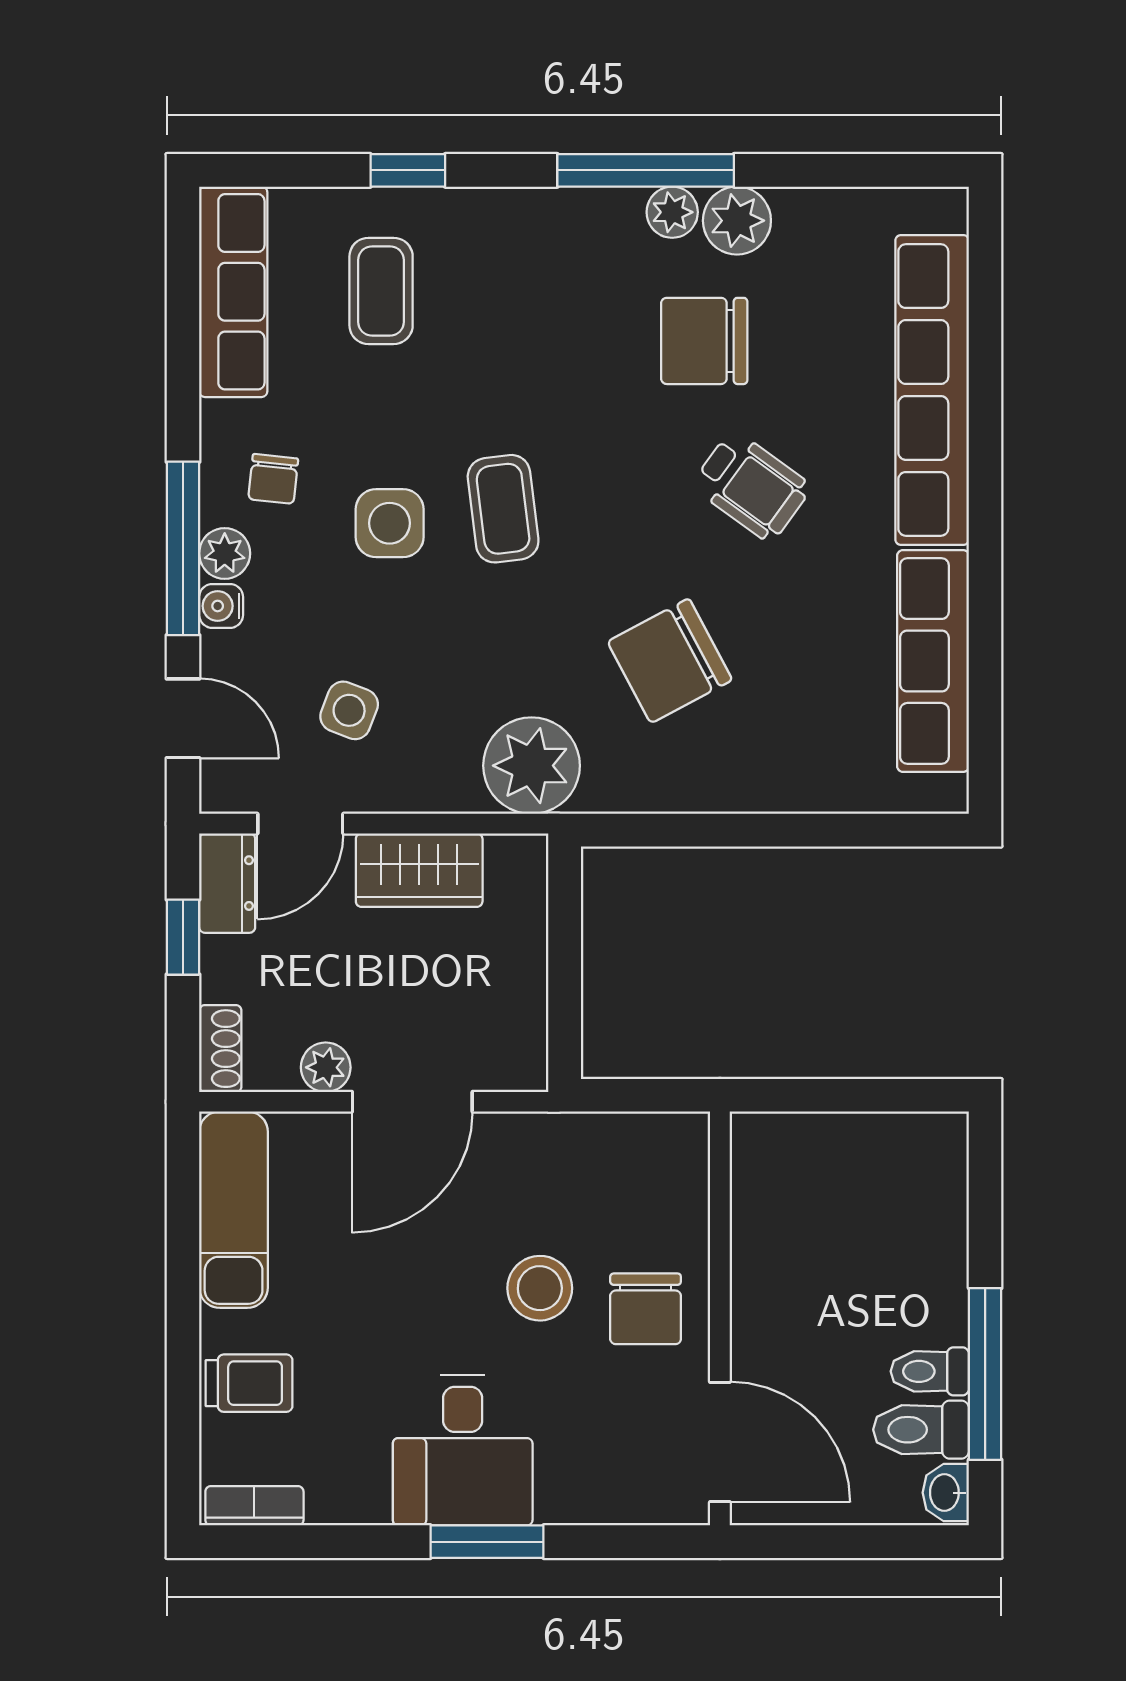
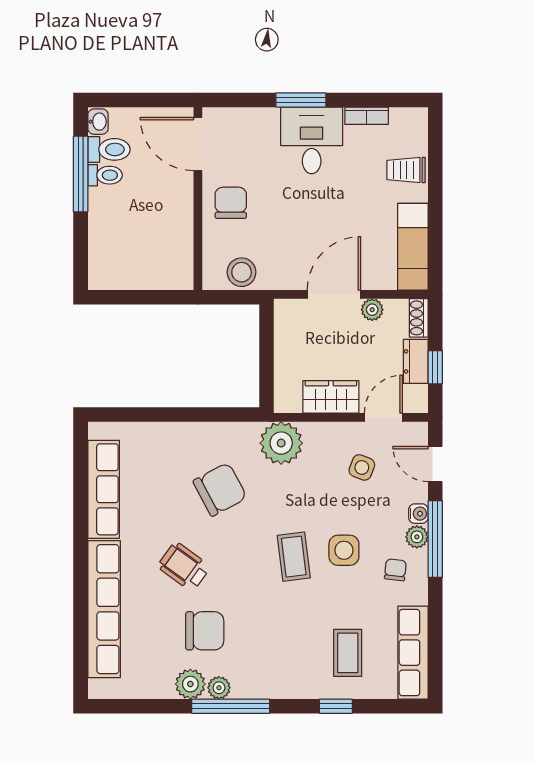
dresser: (227, 883) -> (416, 361), moved
stool: (540, 1288) -> (242, 272), moved
bookcase: (254, 1506) -> (367, 116), moved

